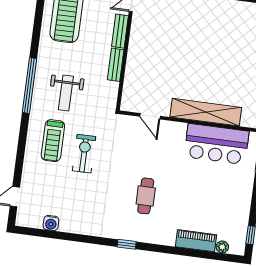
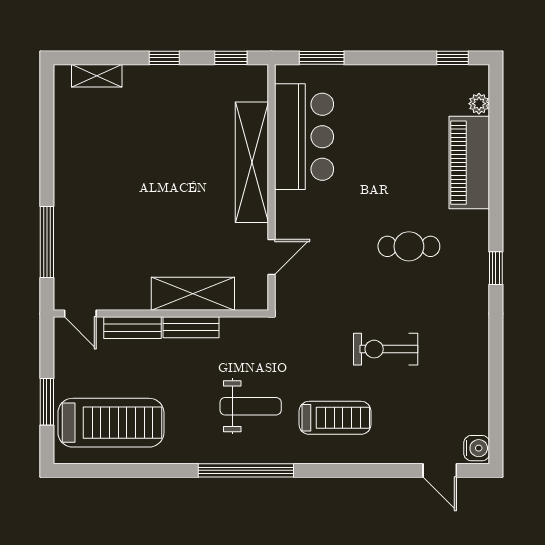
shelving: (135, 68) -> (193, 294), added
exercise bike: (84, 154) -> (386, 349), moved
water cooler: (51, 223) -> (477, 448), moved
piano: (196, 241) -> (469, 163), width x1.37, depth x1.33

